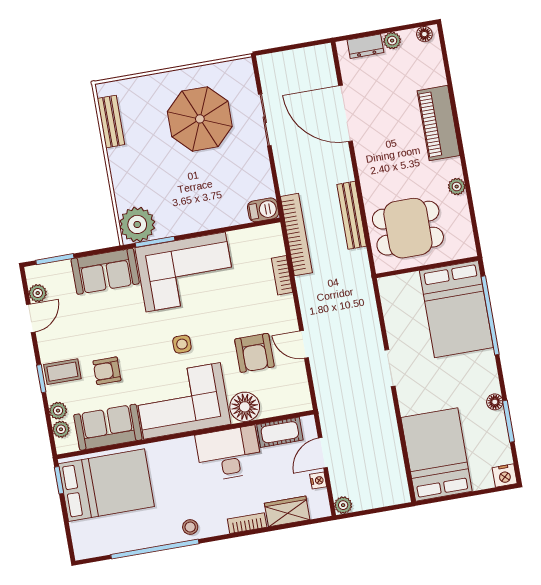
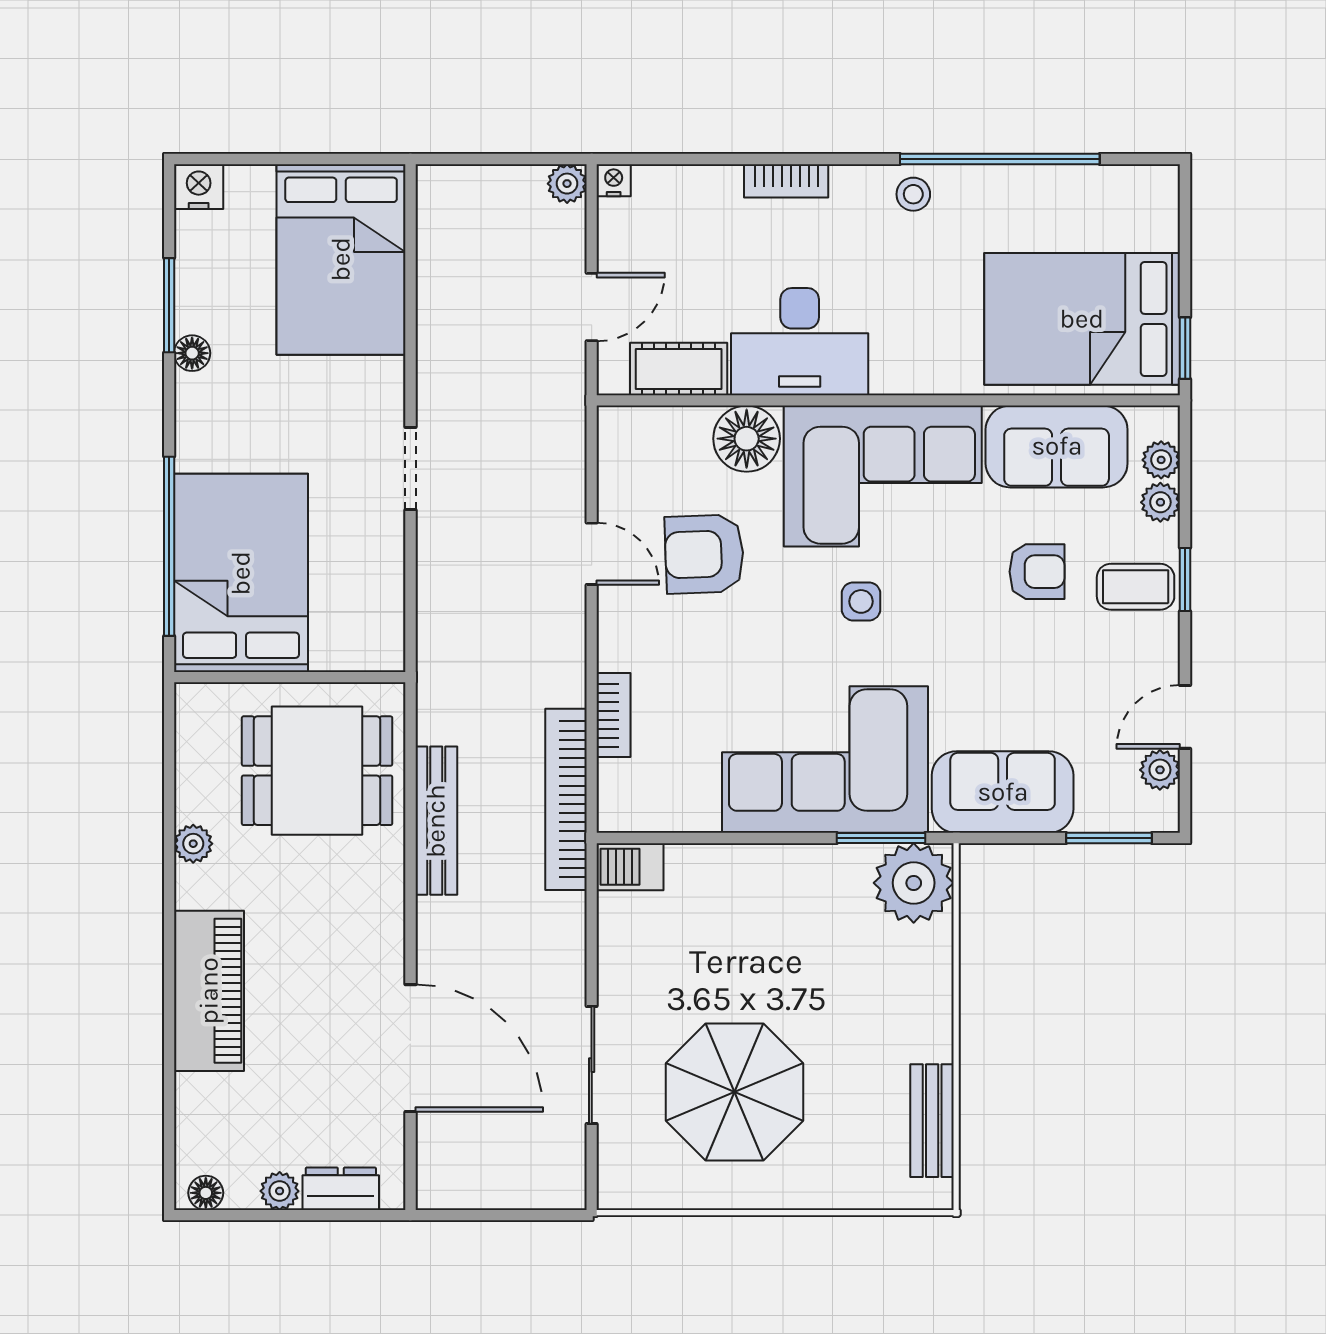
armchair: (254, 353) -> (704, 554), turned -92
nightstand: (318, 480) -> (614, 180), moved, turned 90
wardrobe: (287, 511) -> (693, 191), removed

